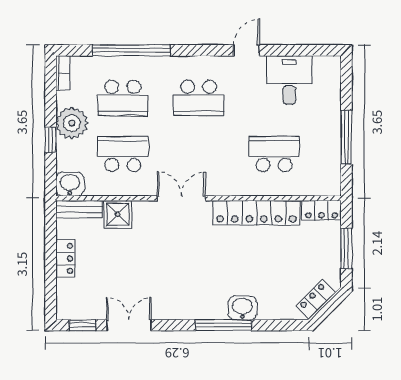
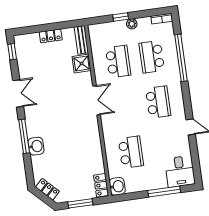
desk: (289, 80) -> (180, 171), moved, turned 90
school desk: (198, 98) -> (158, 102), turned 180
plant: (72, 123) -> (132, 24), width x0.53, depth x0.53
window: (346, 137) -> (164, 192), moved
washbasin: (70, 184) -> (117, 186), moved
locker: (256, 213) -> (94, 146), removed
double door: (129, 325) -> (18, 93), moved

